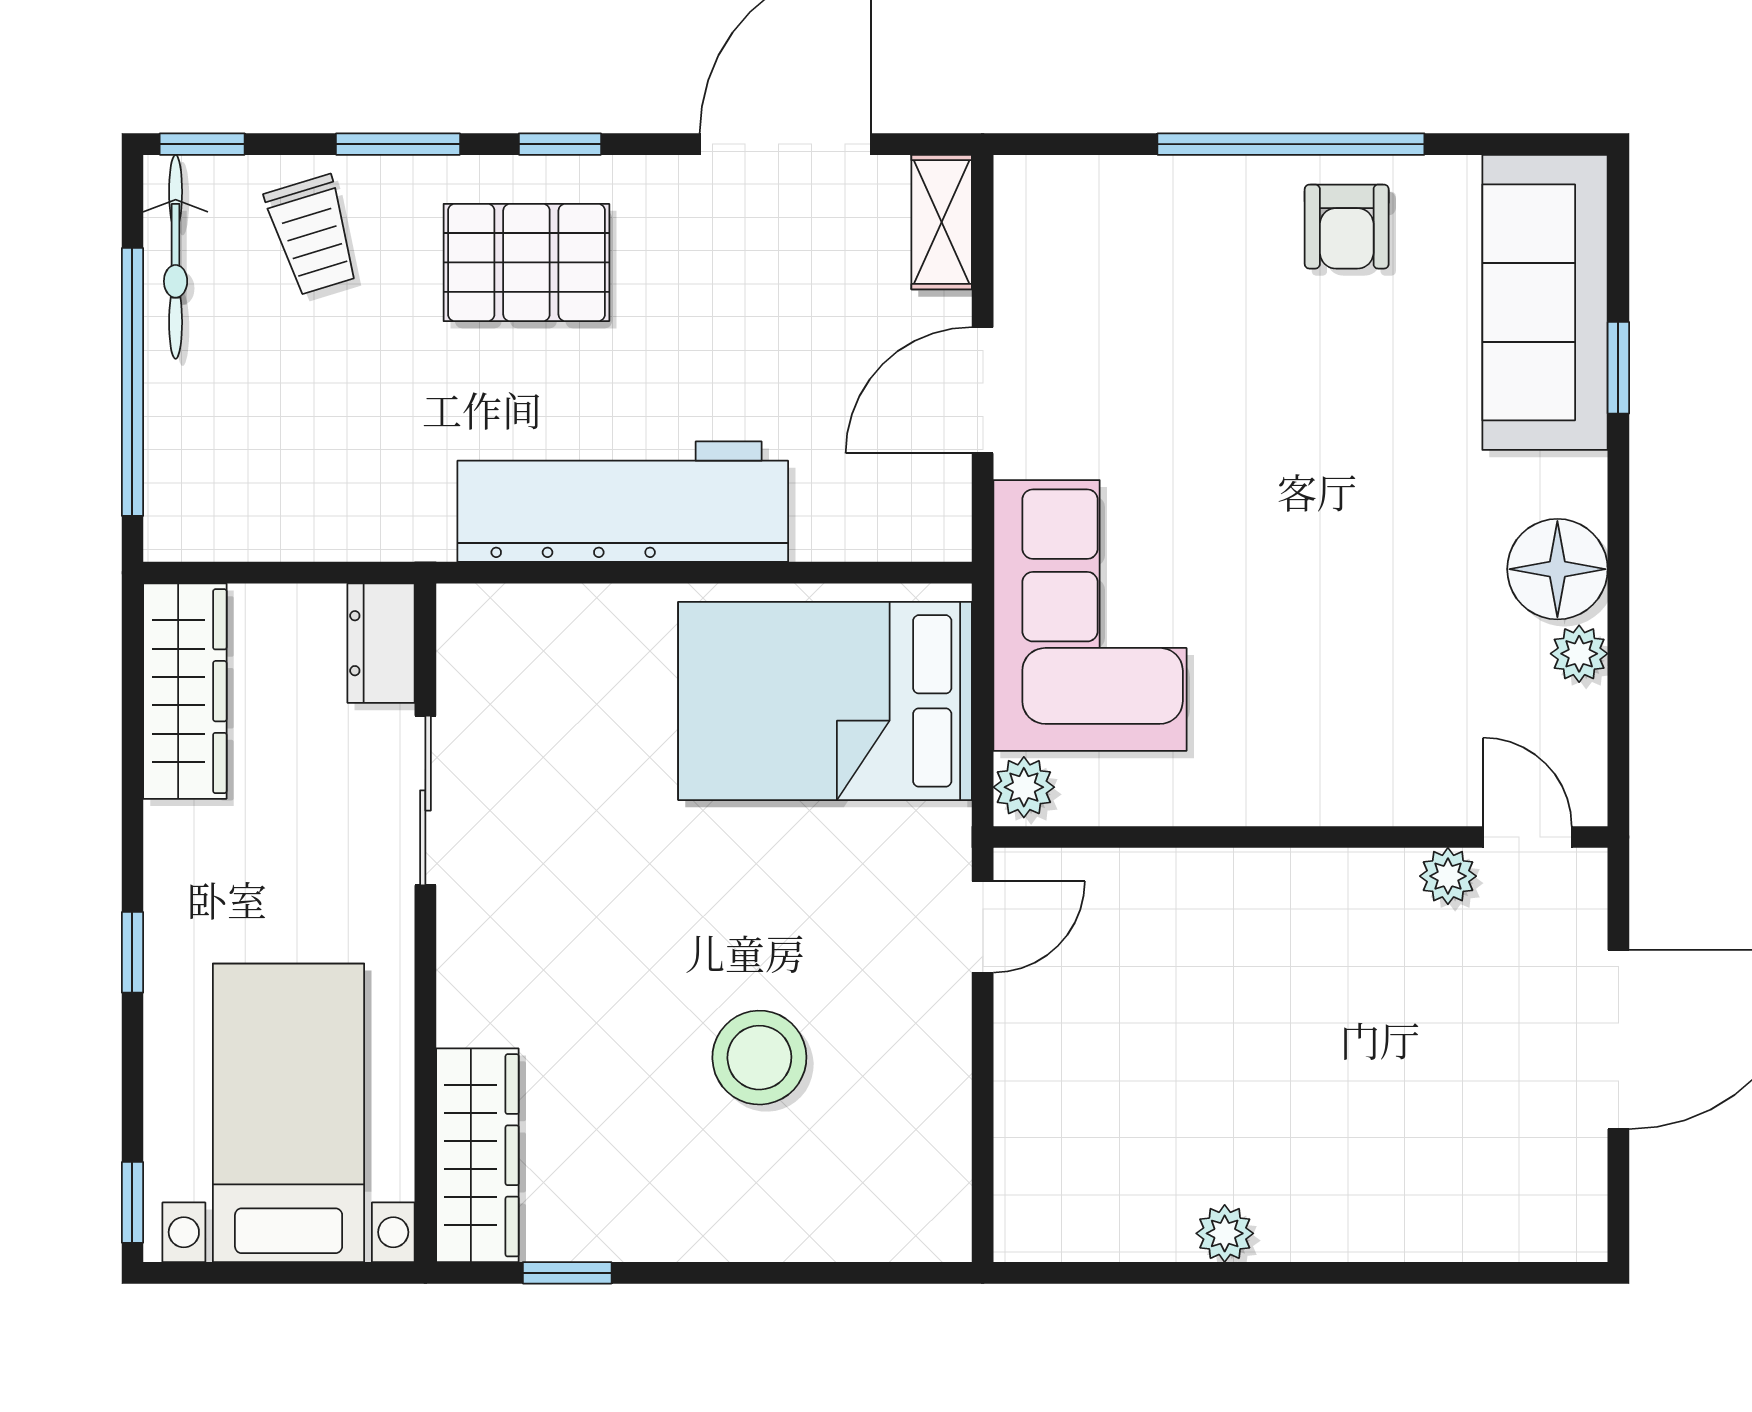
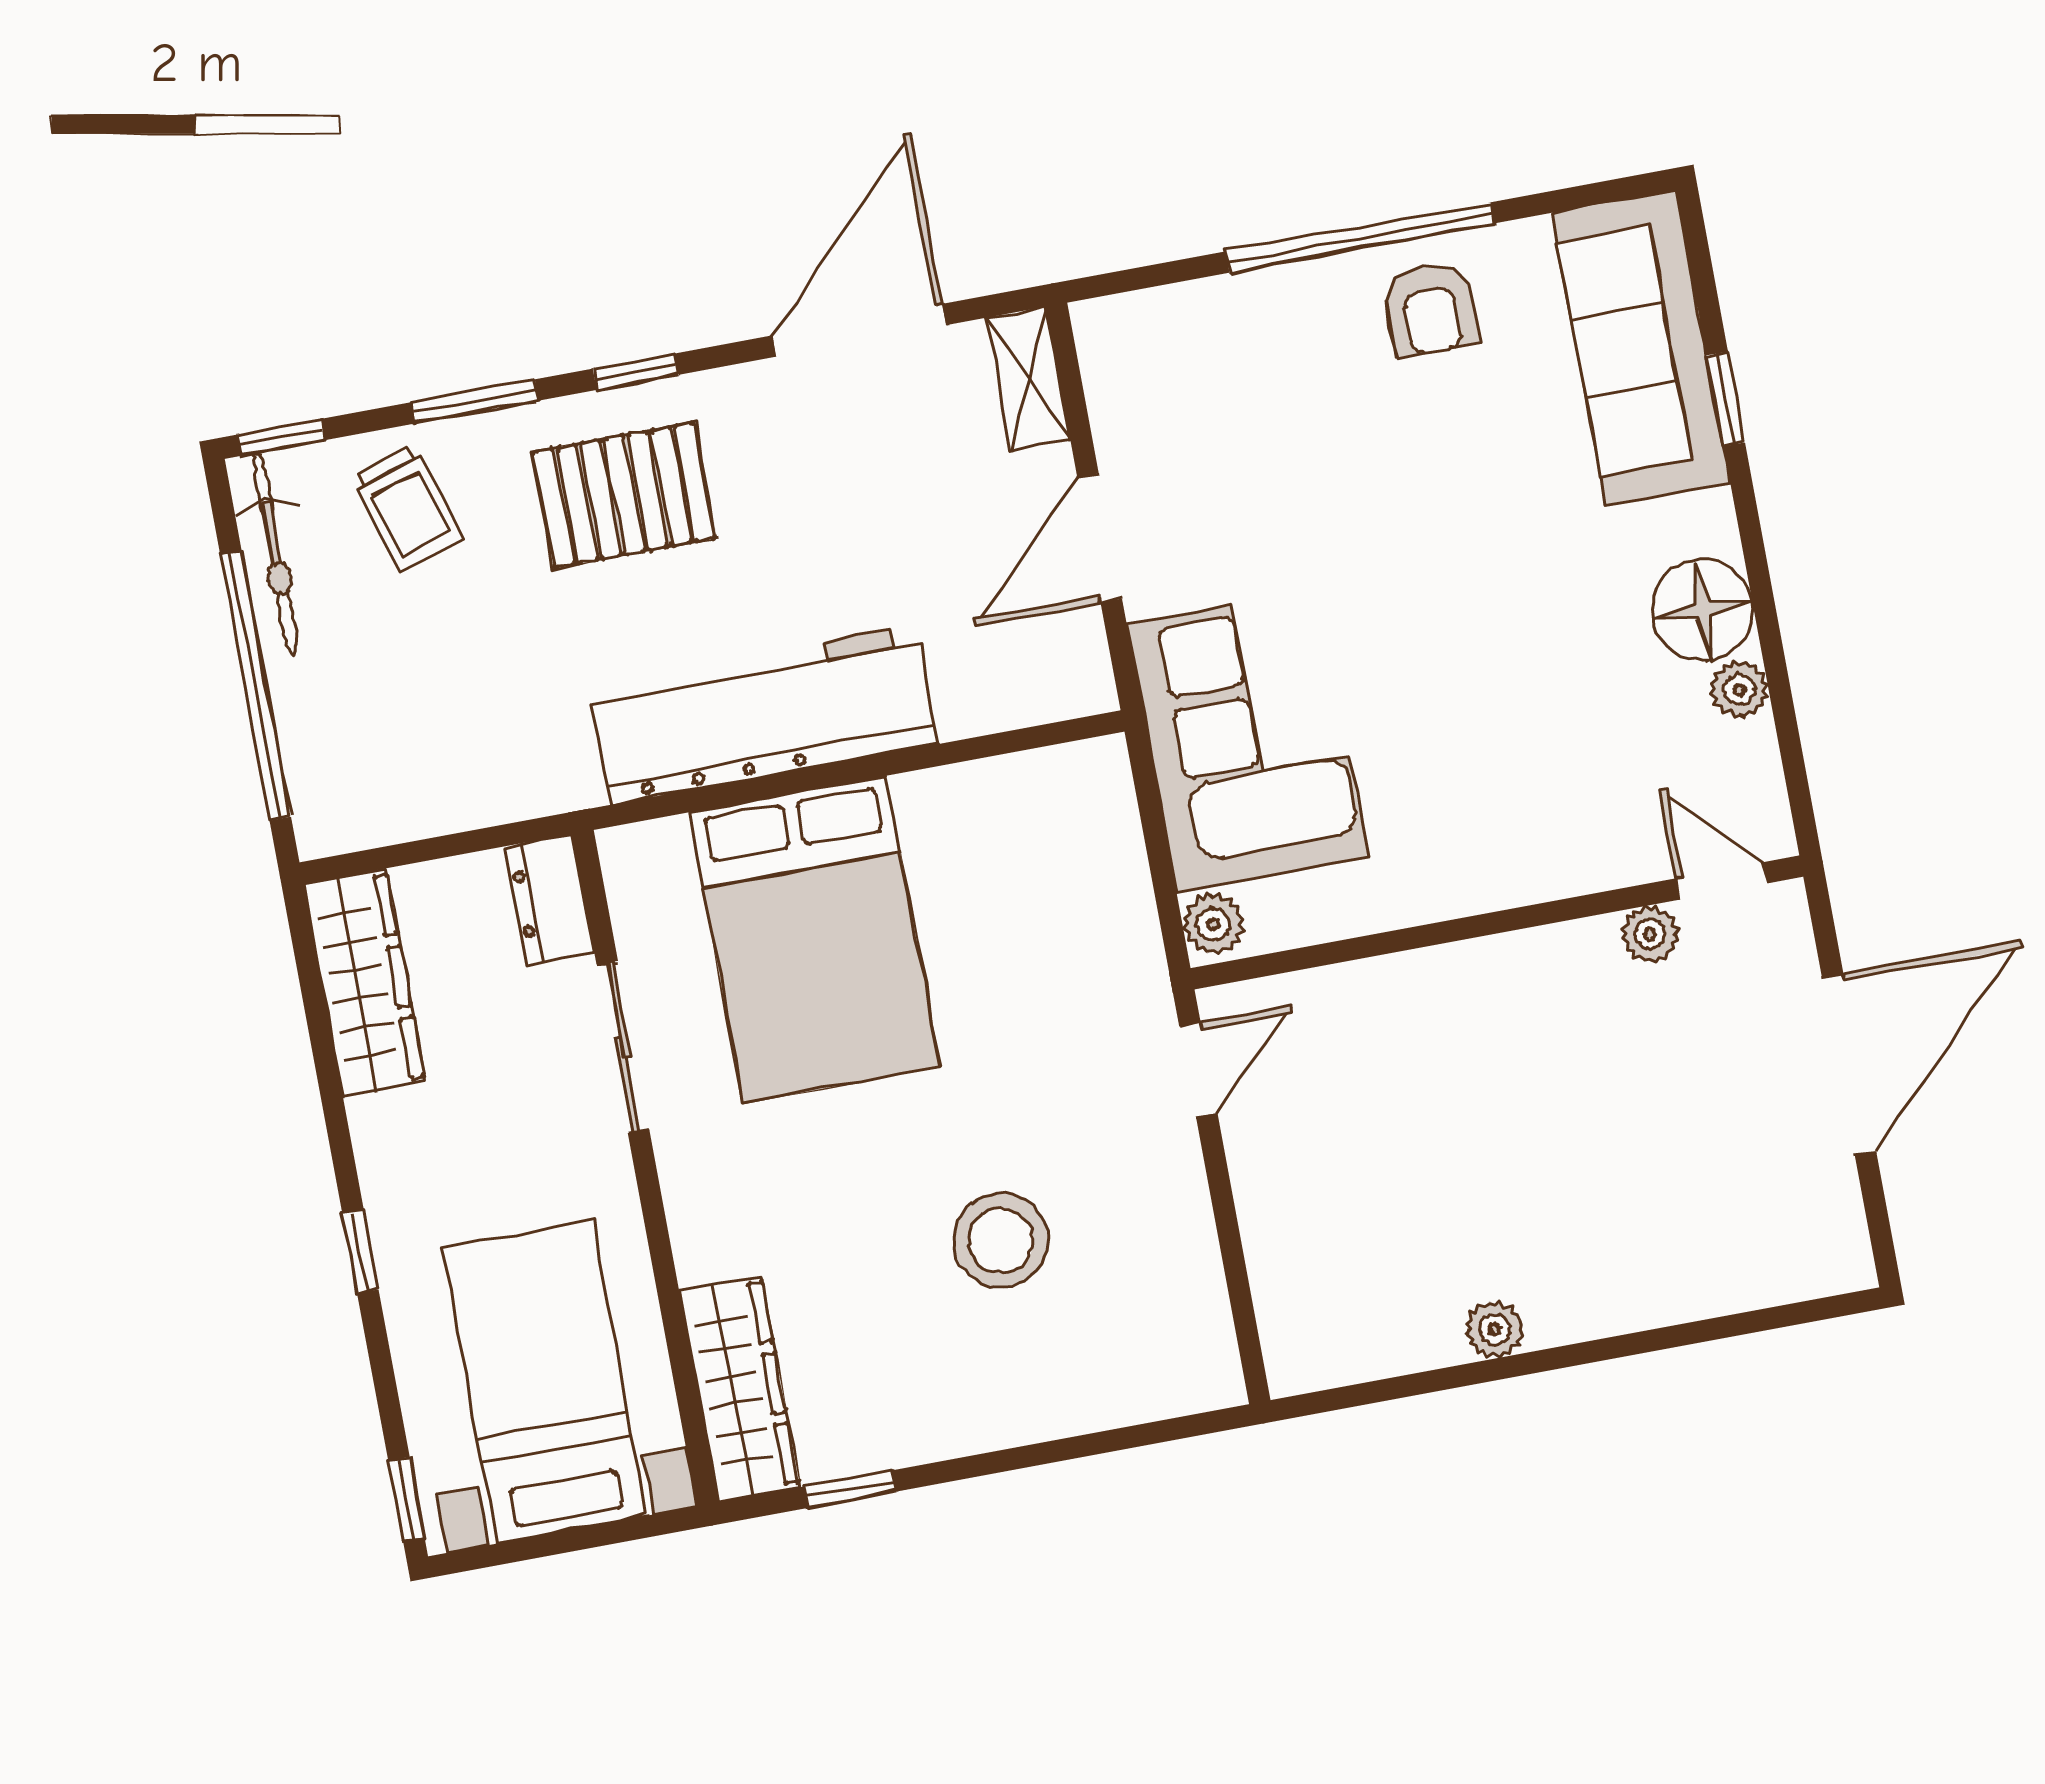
bed: (825, 701) -> (815, 939), moved, turned -90

